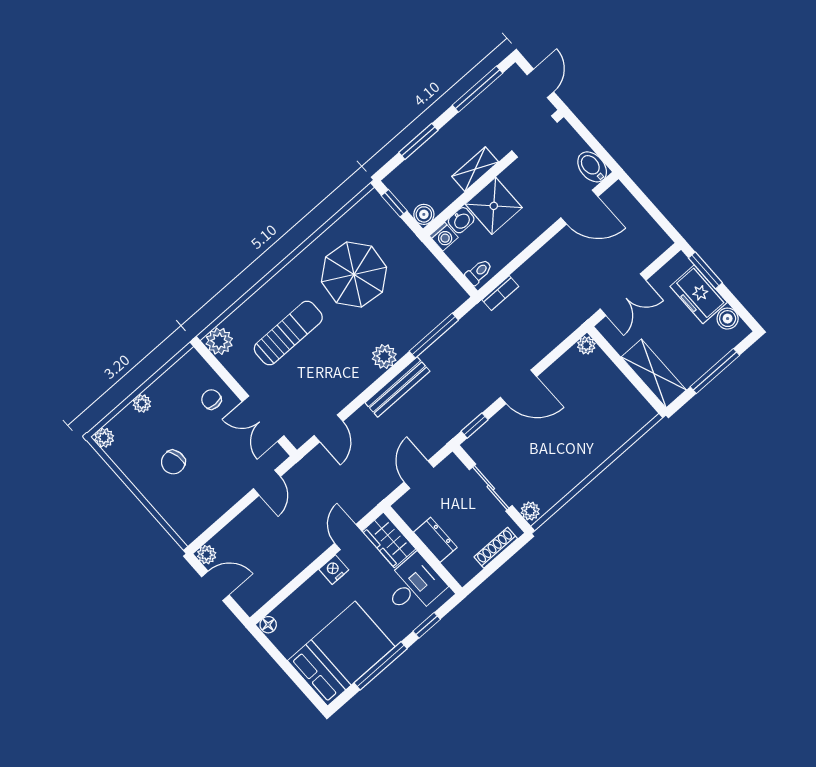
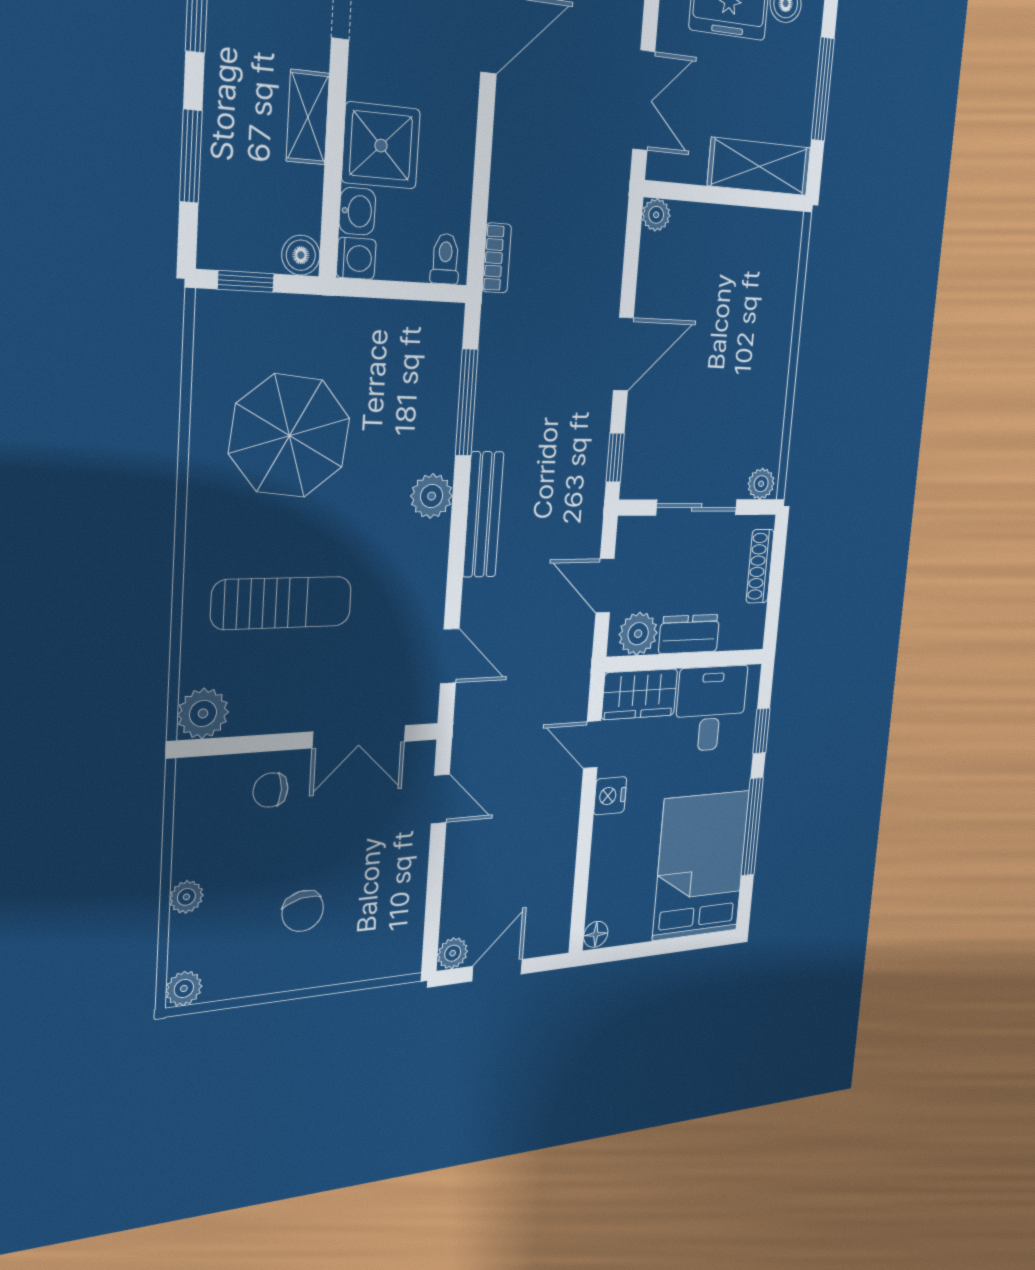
sun lounger: (288, 333) -> (282, 603), turned 90
plant: (413, 512) -> (638, 634), added

